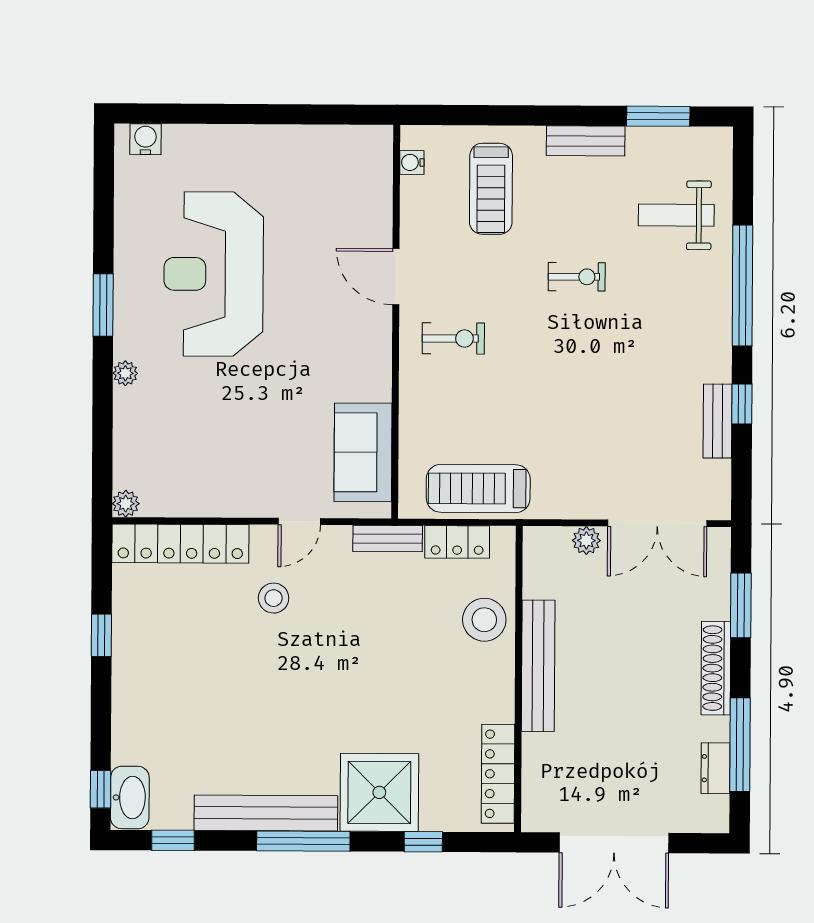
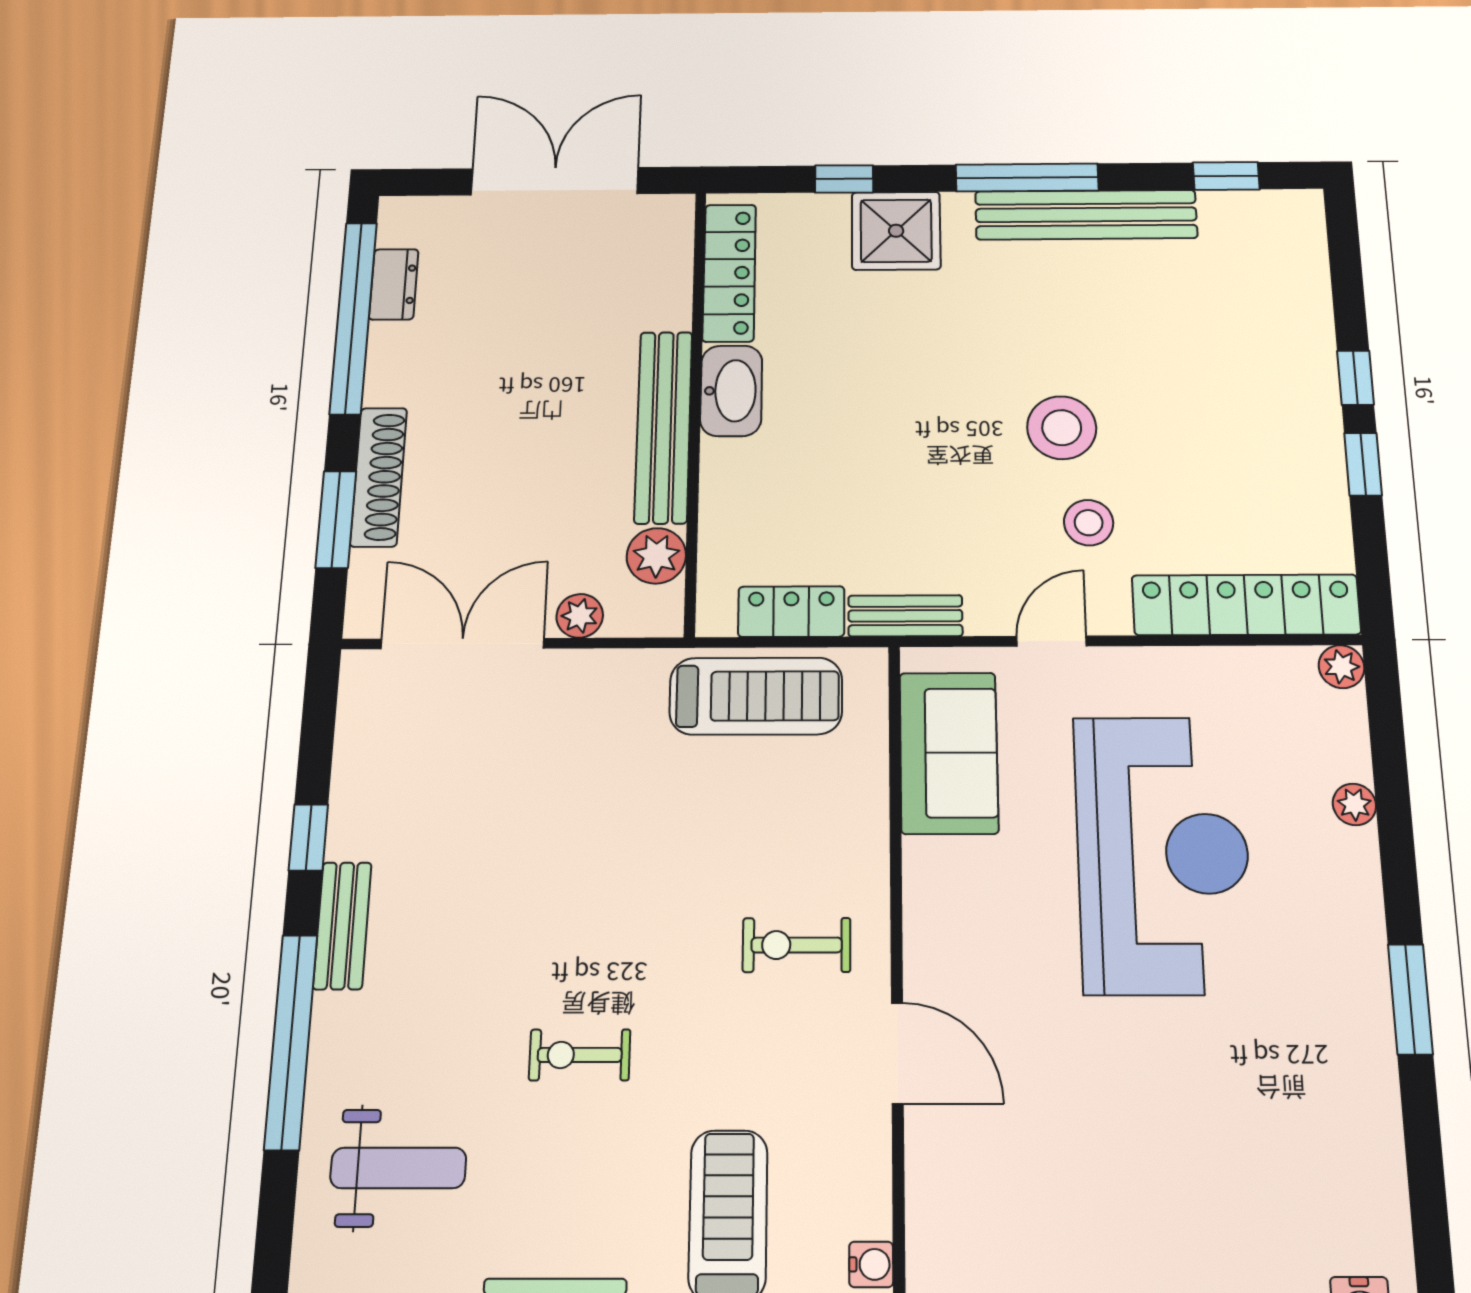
reception desk: (214, 274) -> (1163, 854), moved
plant: (125, 373) -> (1354, 804), moved
bench: (717, 421) -> (342, 926), moved
plant: (540, 579) -> (656, 556), added
stool: (484, 620) -> (1062, 428), moved
shoe rack: (716, 668) -> (379, 477), moved
window: (740, 745) -> (353, 317), width x1.46
window: (101, 789) -> (1355, 378), moved
shower: (379, 792) -> (896, 231), width x0.73, depth x0.73
washbasin: (130, 798) -> (731, 391), moved, turned 180

